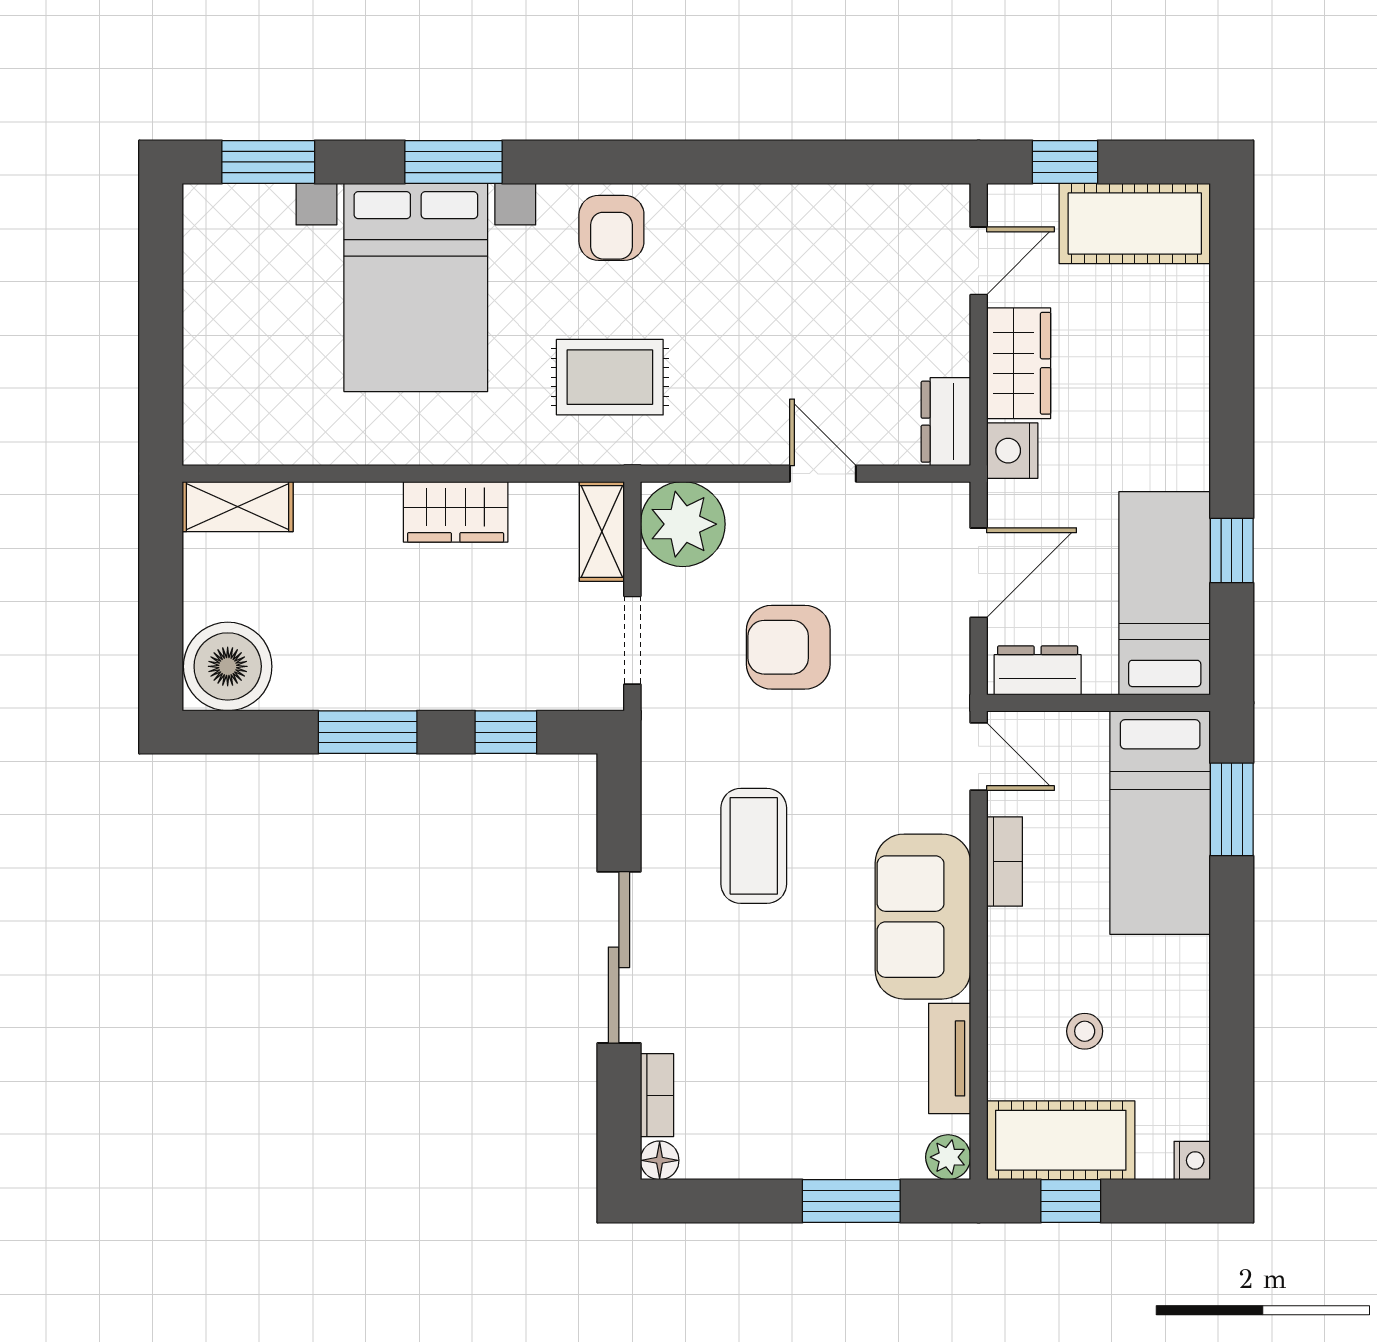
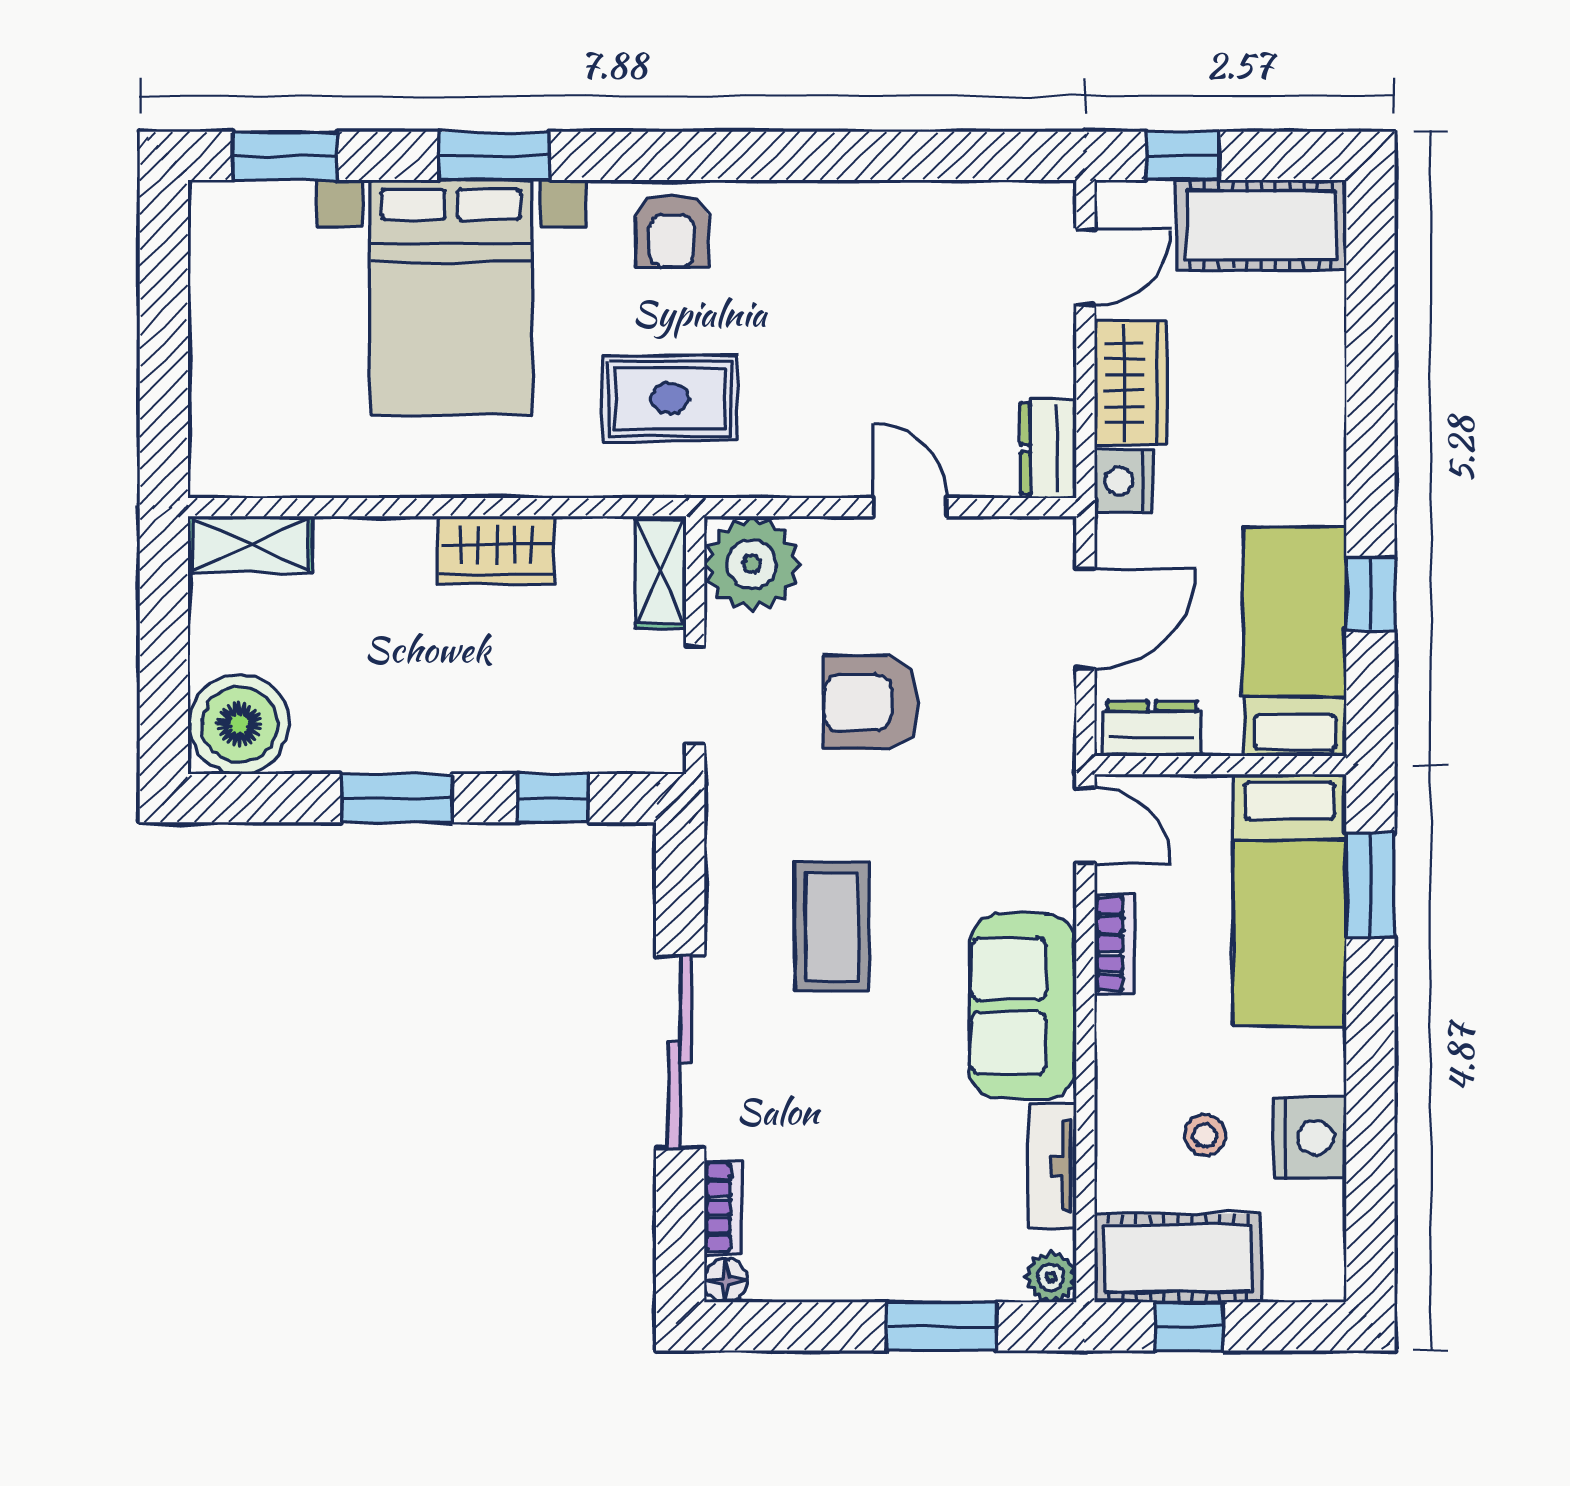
nightstand: (1192, 1160) -> (1310, 1138), moved, width x1.89, depth x1.79

